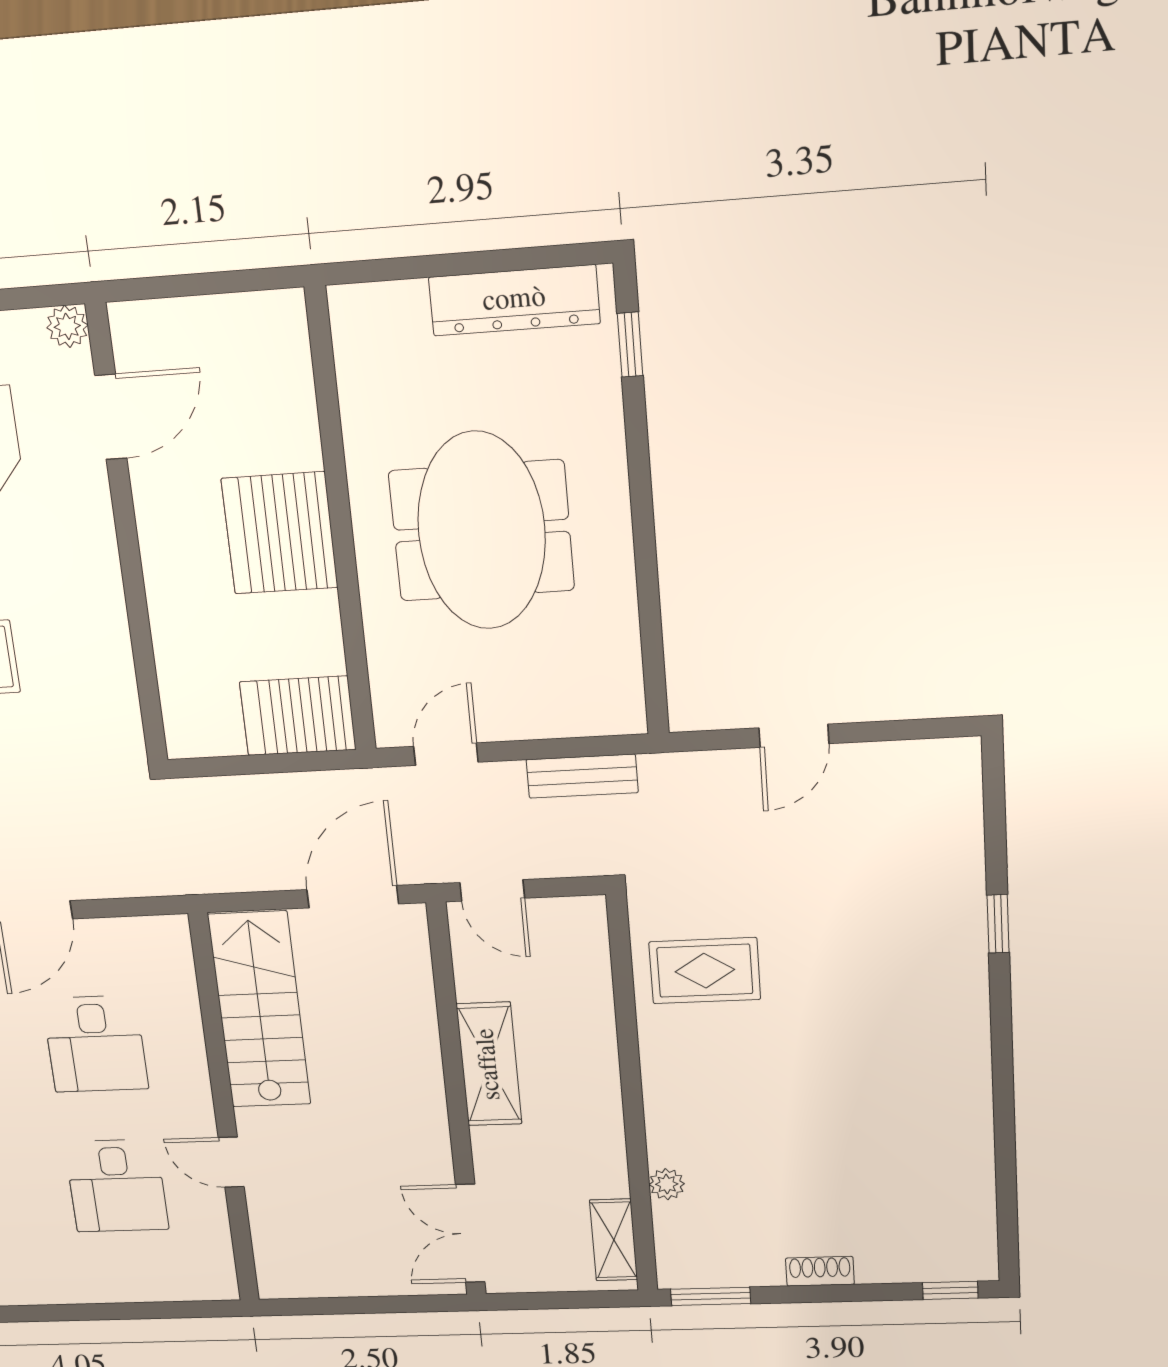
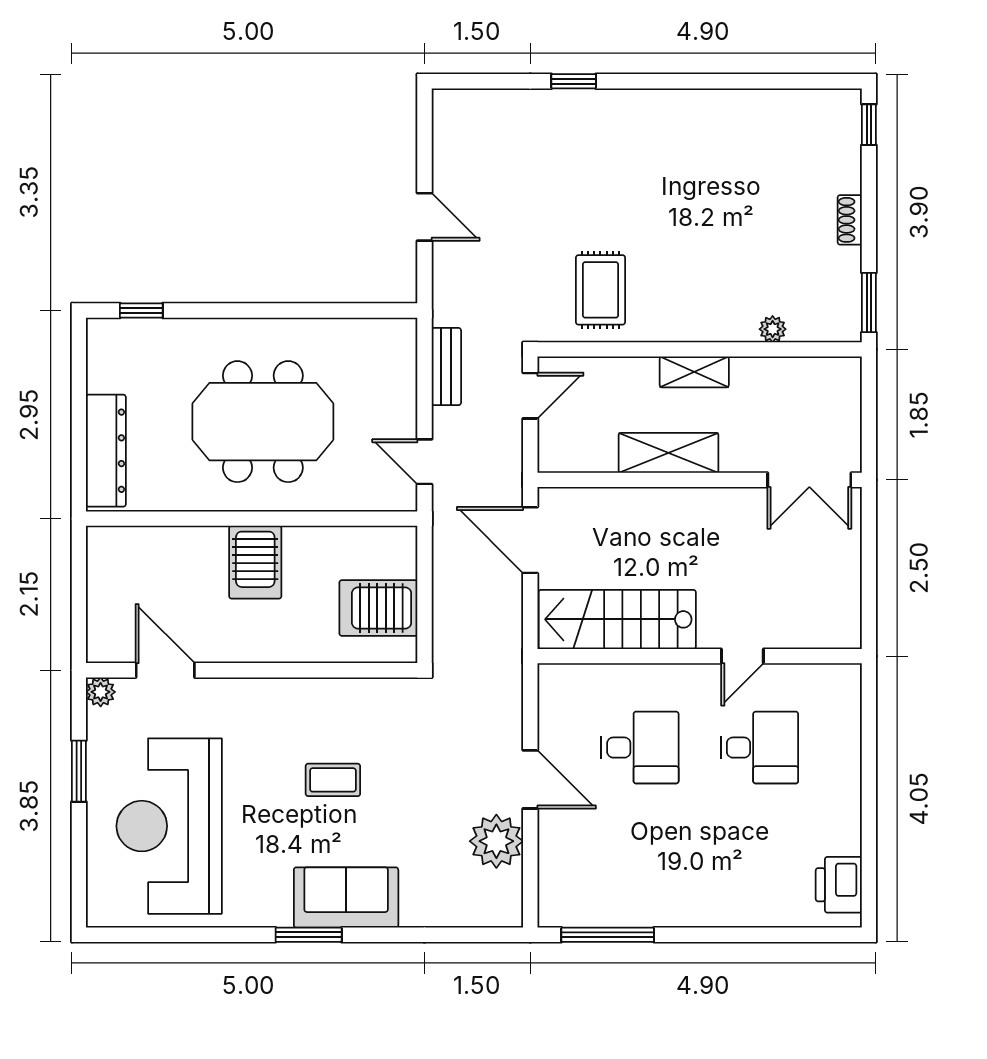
dresser: (514, 300) -> (106, 451), moved
server rack: (280, 533) -> (255, 562), width x0.62
server rack: (298, 716) -> (378, 608), moved, turned 90
door: (492, 890) -> (530, 396), moved
shelving: (614, 1240) -> (694, 372), moved

